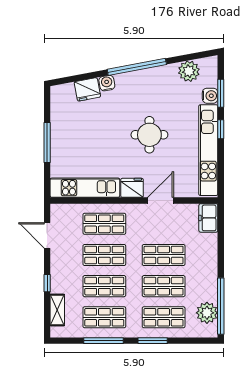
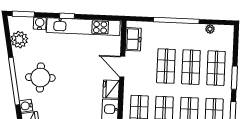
window: (221, 93) -> (23, 14), moved
round table: (149, 135) -> (40, 78), moved
freezer: (208, 218) -> (133, 39), moved, turned -90
window: (221, 306) -> (176, 21), moved
plant: (207, 313) -> (210, 29), width x0.53, depth x0.53

